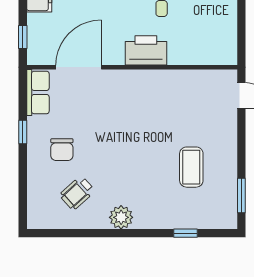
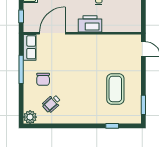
window: (23, 132) -> (21, 69), width x2.17
coffee table: (191, 167) -> (115, 89), width x1.36, depth x1.32
plant: (121, 217) -> (30, 117), moved

